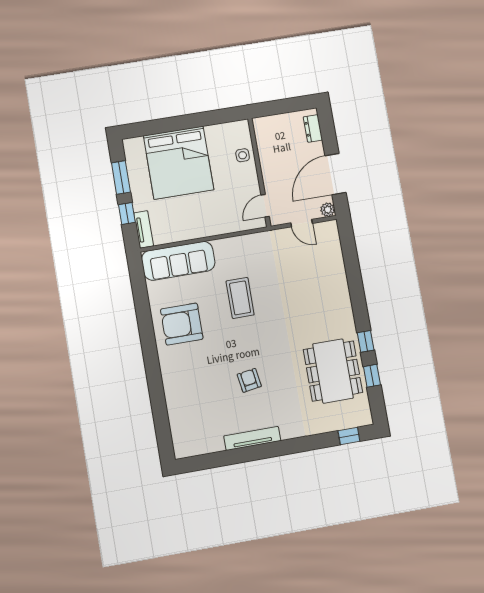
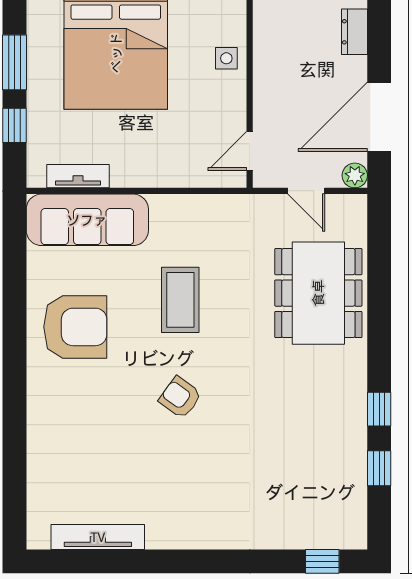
tv unit: (144, 229) -> (78, 176), moved, turned -90
armchair: (182, 324) -> (75, 327), turned 180
dining table: (333, 371) -> (318, 293), moved
armchair: (249, 380) -> (180, 397), moved, turned -45
tv unit: (252, 438) -> (98, 537), moved

